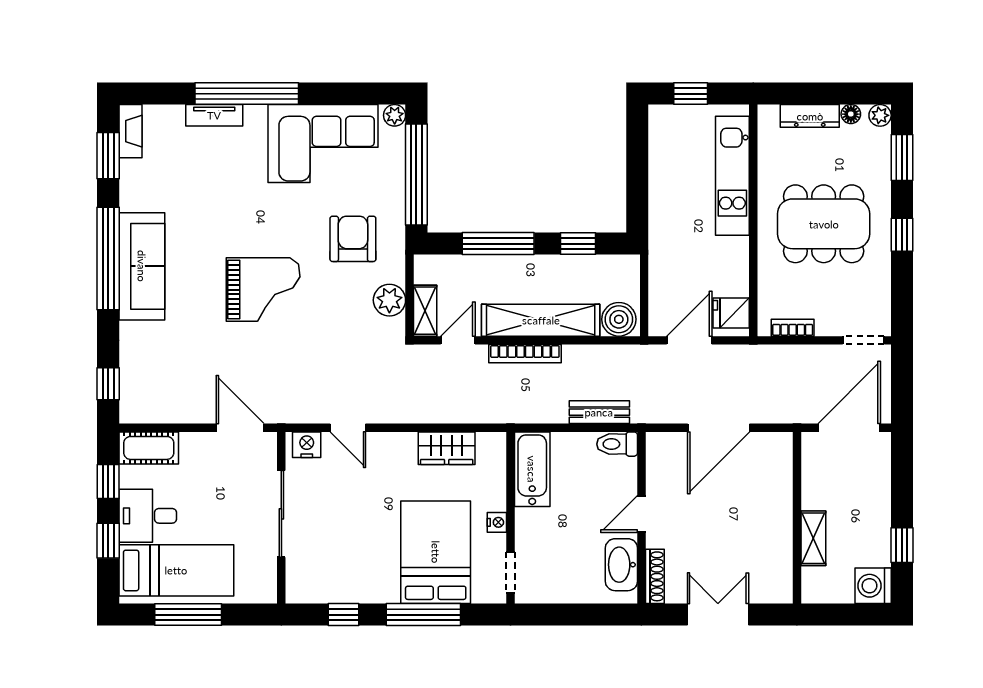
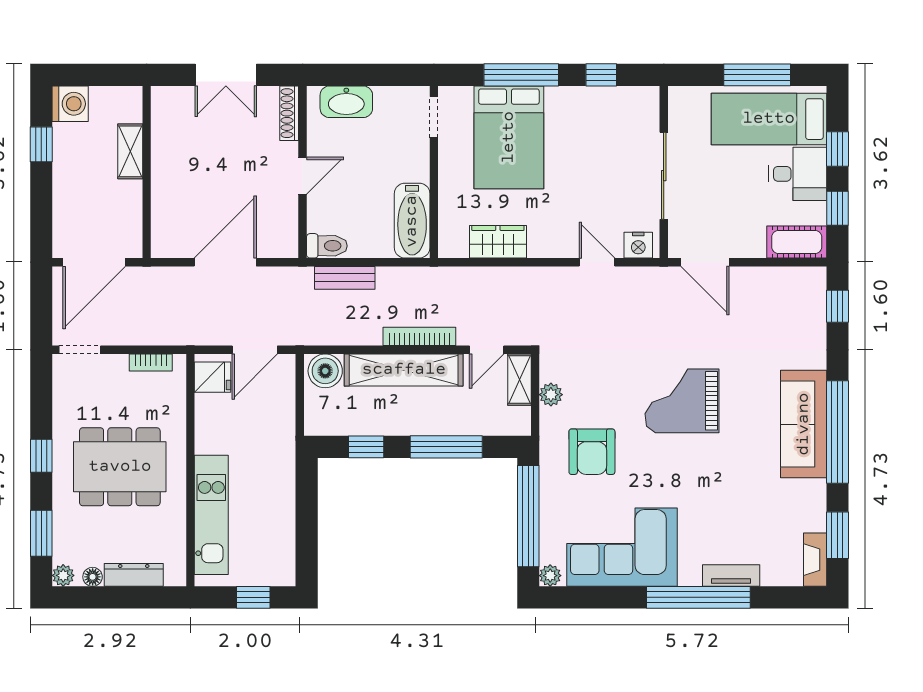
plant: (389, 300) -> (551, 395), width x0.73, depth x0.73
nightstand: (497, 522) -> (448, 167), removed
washbasin: (621, 565) -> (346, 102), moved, turned 90

